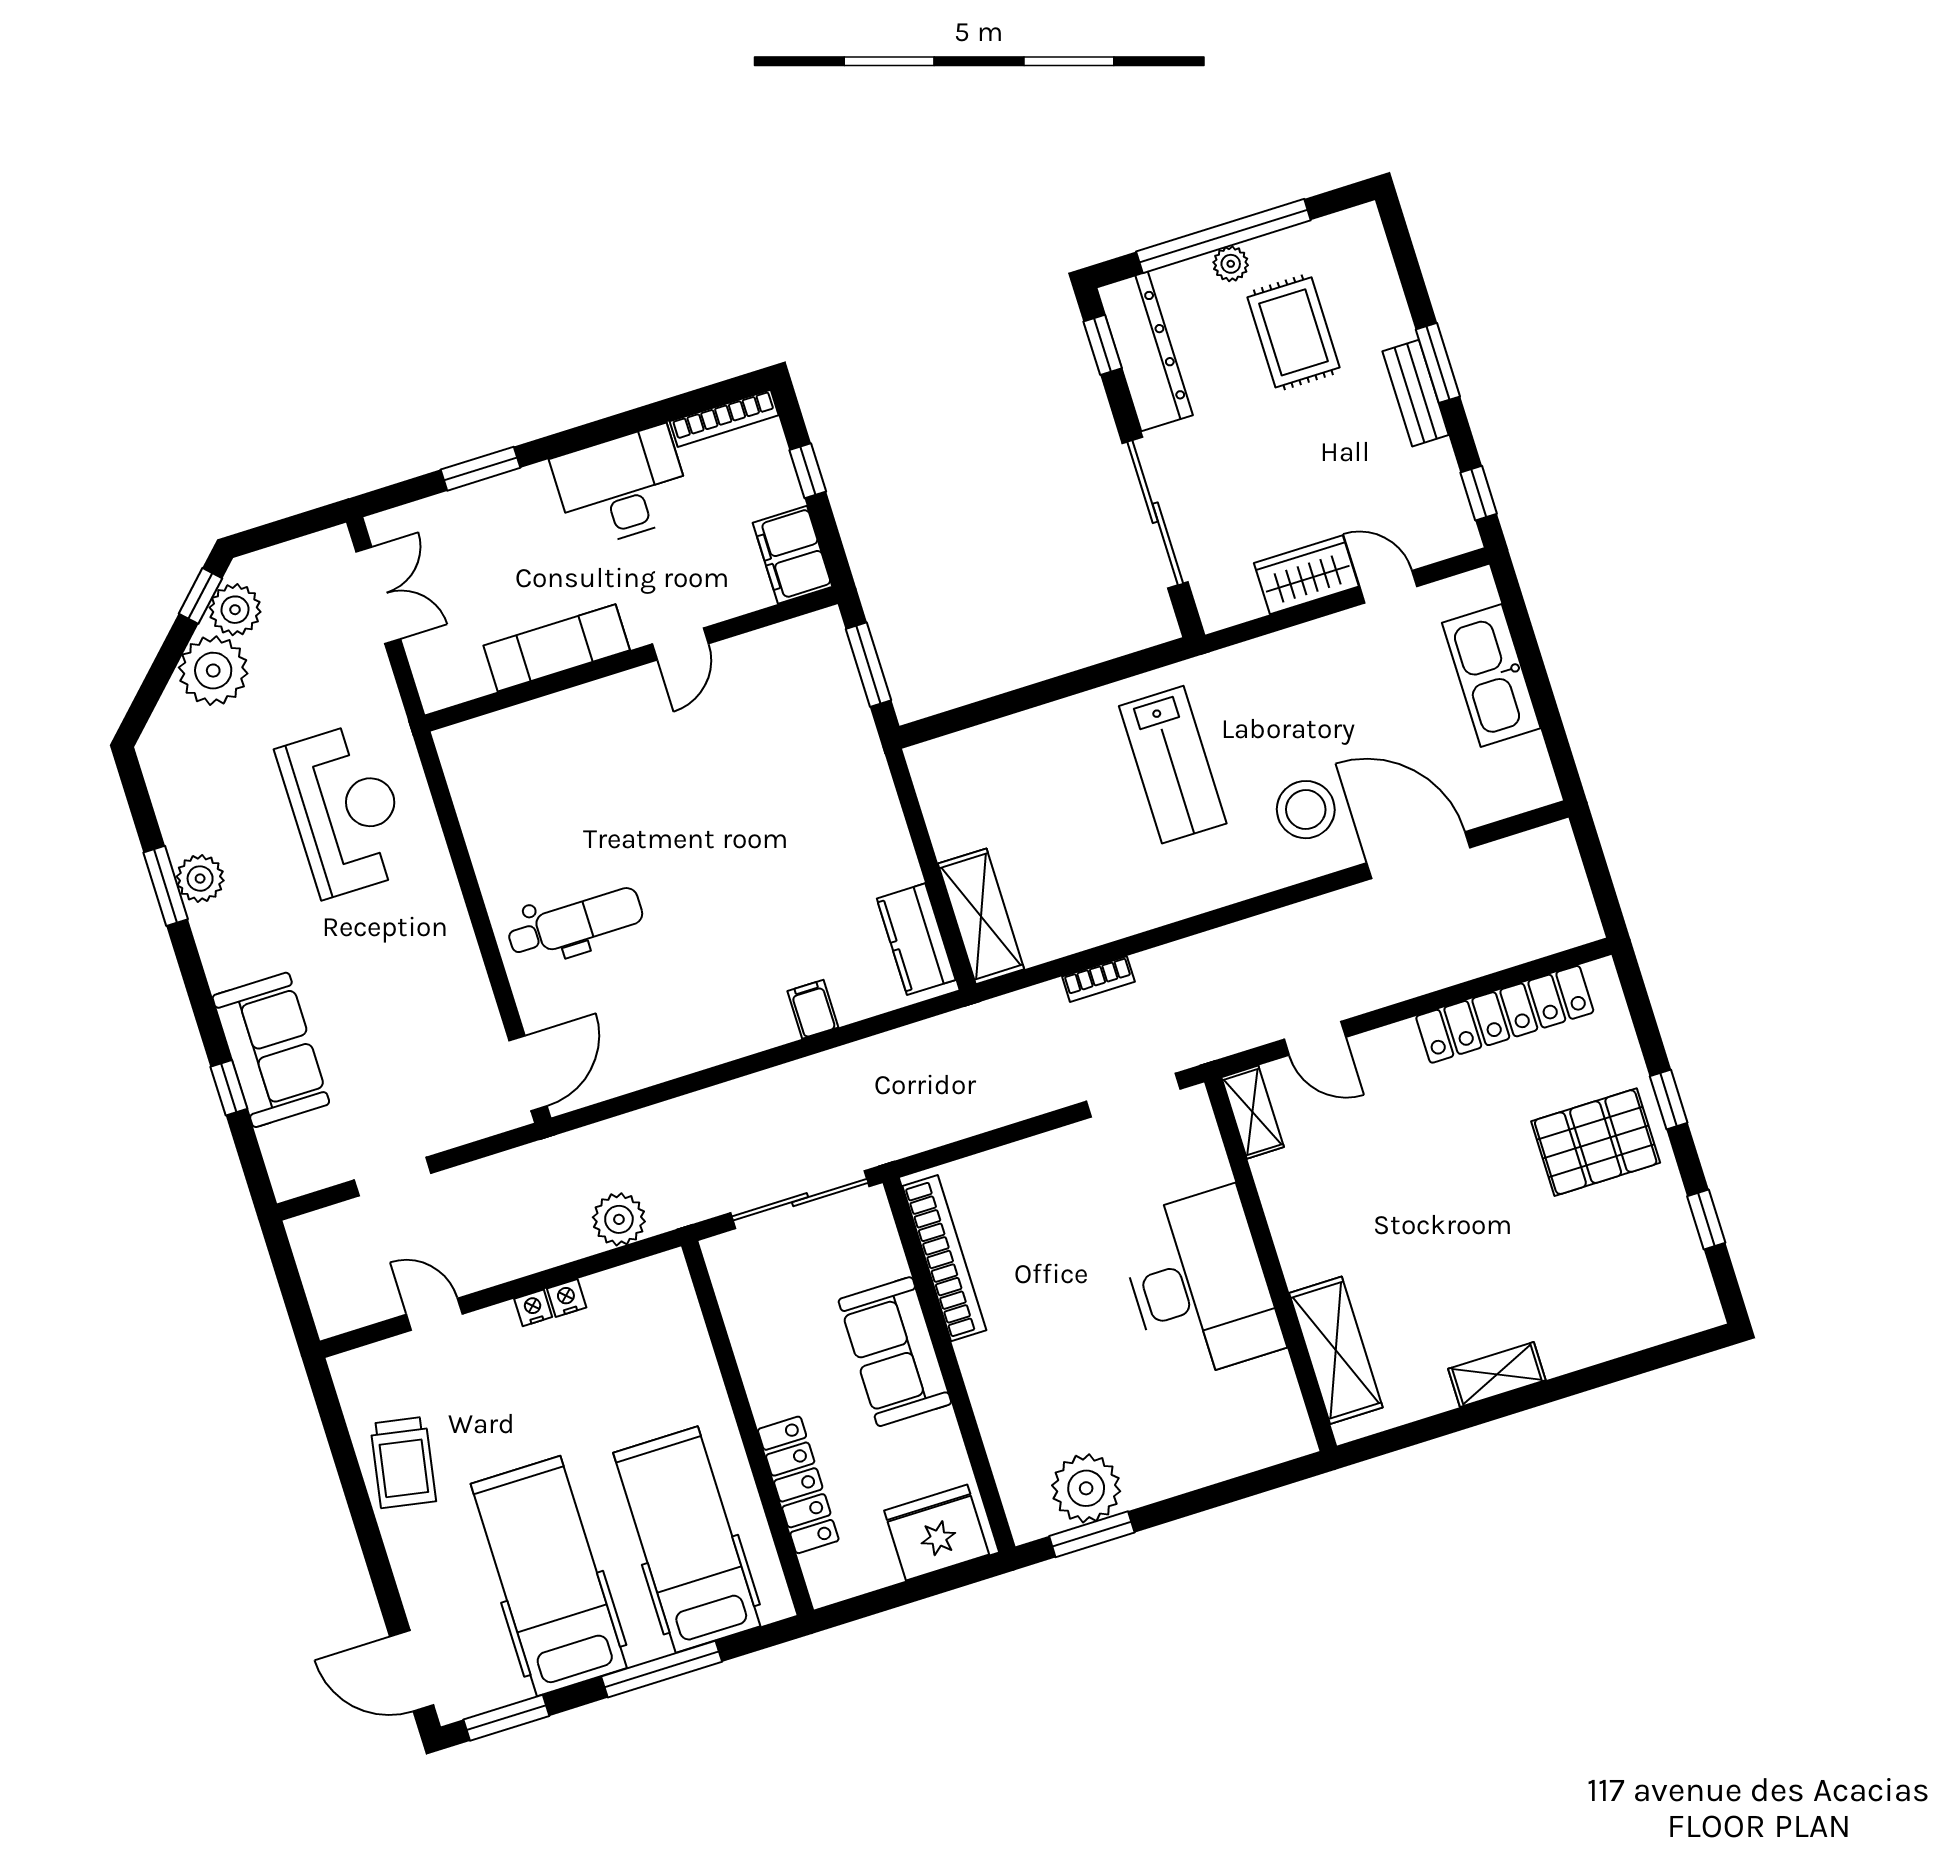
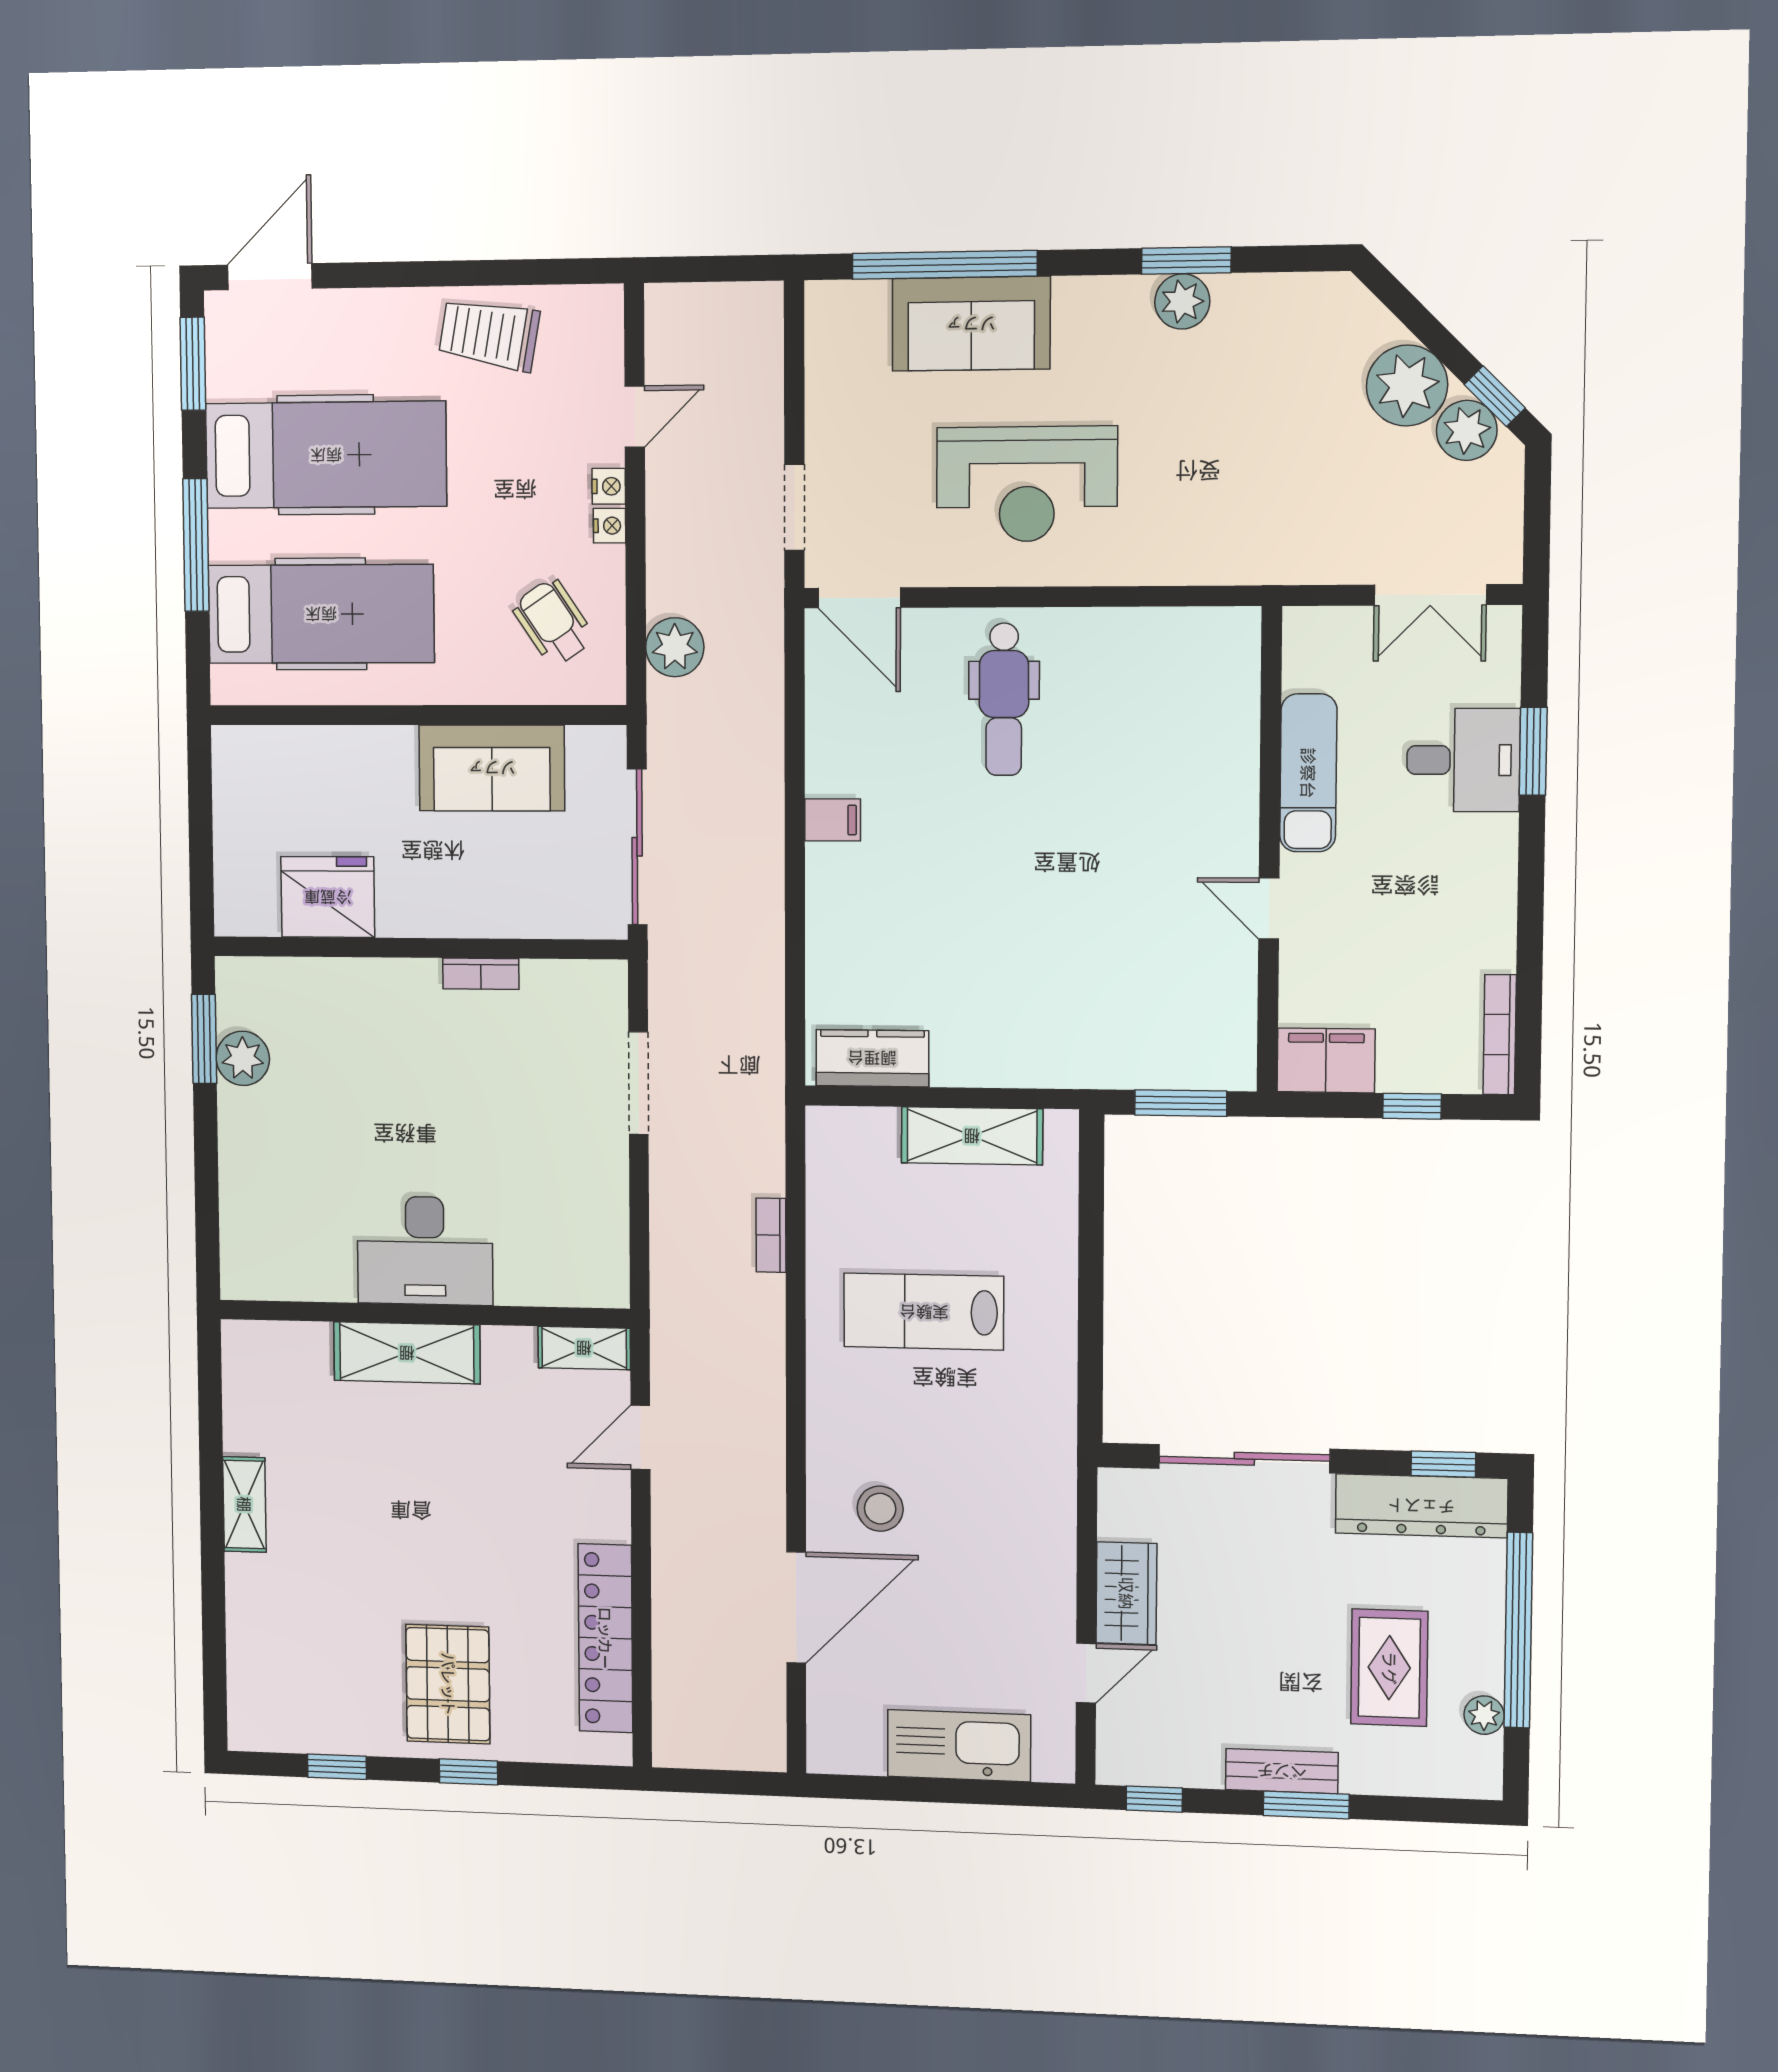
plant: (1231, 264) -> (1484, 1715), moved
rug: (1293, 332) -> (1389, 1668), turned 90
desk: (622, 487) -> (1463, 760), moved, width x0.73
lab bench: (1173, 765) -> (924, 1312), moved
reception desk: (345, 810) -> (1027, 484), moved
stool: (1306, 810) -> (880, 1509), width x0.73, depth x0.73
shelving: (981, 916) -> (972, 1136), moved
filing cabinet: (813, 1009) -> (833, 820), moved
window: (229, 1088) -> (945, 265), width x3.17
doorway: (1133, 1095) -> (638, 1083), moved
doorway: (393, 1177) -> (794, 507), moved
bookcase: (944, 1258) -> (481, 974), width x0.43, depth x0.76
desk: (1200, 1284) -> (425, 1251), width x0.73, depth x0.77
nightstand: (567, 1298) -> (609, 486), moved
wheelchair: (631, 1332) -> (553, 622), added
shelving: (1336, 1350) -> (407, 1353), moved
sofa: (895, 1352) -> (492, 768), moved, turned 180
locker: (798, 1485) -> (343, 750), removed
plant: (1086, 1488) -> (243, 1058), width x0.73, depth x0.73
fridge: (937, 1532) -> (328, 897), moved, turned -90

